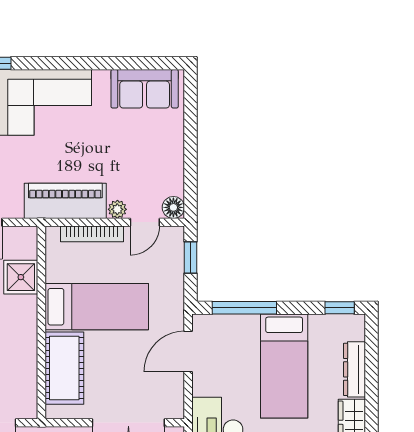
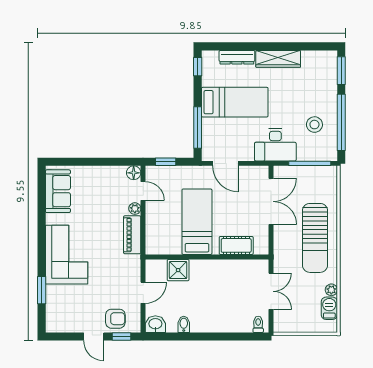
piano: (65, 201) -> (132, 235), width x0.73, depth x0.75
bookcase: (92, 234) -> (151, 225), removed
cot: (64, 368) -> (236, 245), width x0.73, depth x0.75

